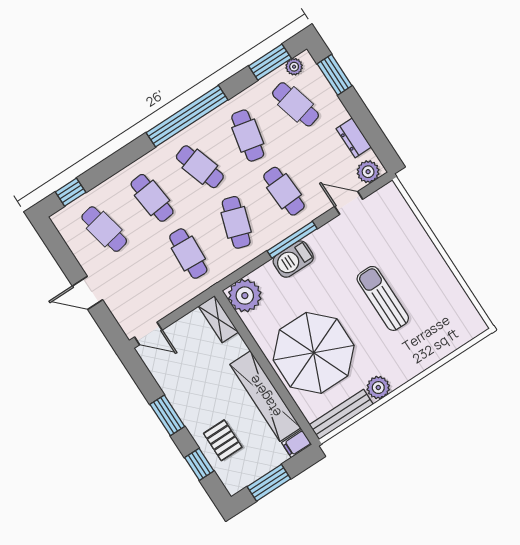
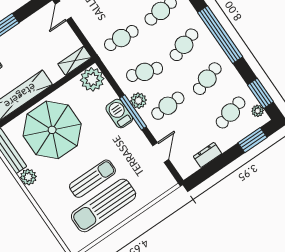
cafe table: (248, 136) -> (207, 79), turned -30
plant: (368, 172) -> (138, 101), moved
sun lounger: (420, 284) -> (104, 205), added

